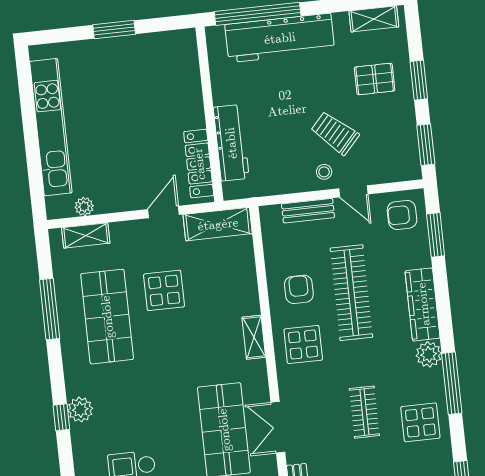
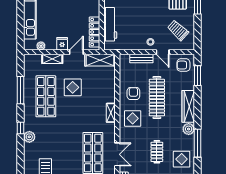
trolley: (335, 133) -> (178, 30), moved
window: (426, 145) -> (198, 35), removed
fridge: (130, 197) -> (62, 44), added
shelving: (86, 235) -> (52, 59), moved
window: (61, 417) -> (20, 128), moved
double door: (278, 427) -> (117, 154), swing flipped

